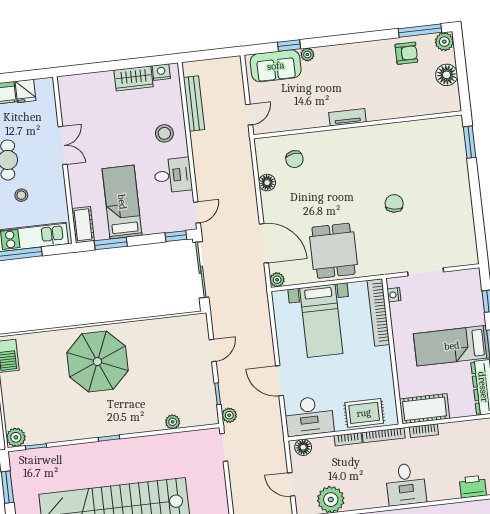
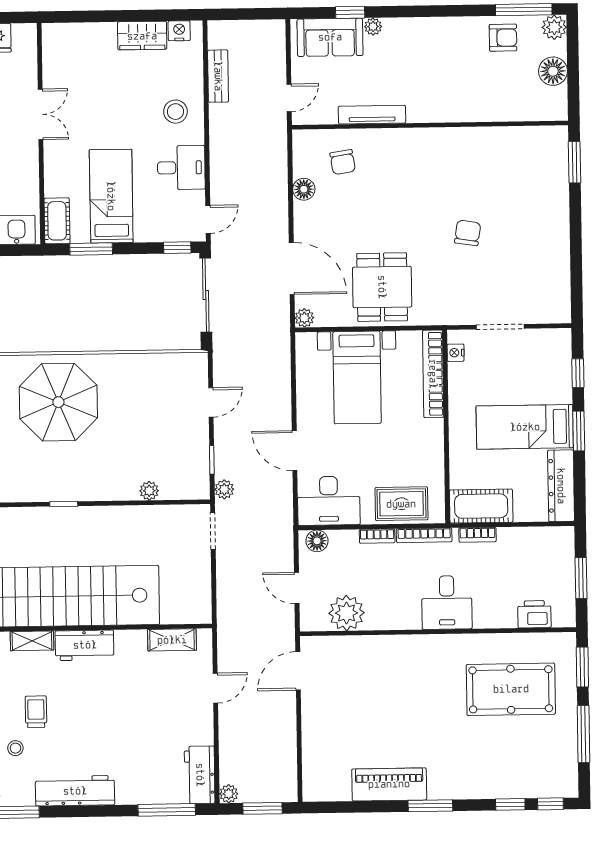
bench: (194, 103) -> (218, 76), width x0.73
tv unit: (347, 117) -> (372, 115), moved, width x1.41

